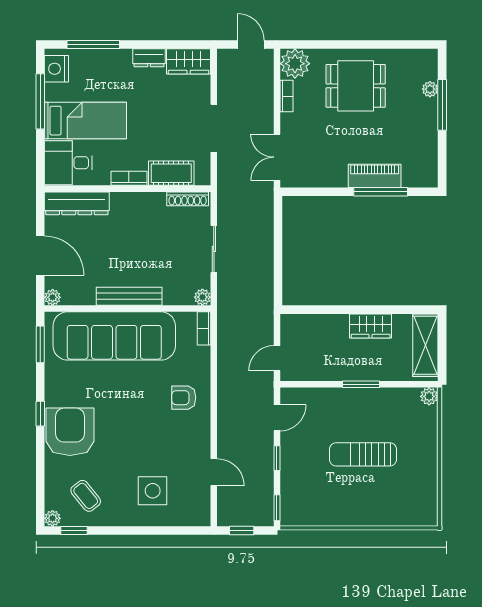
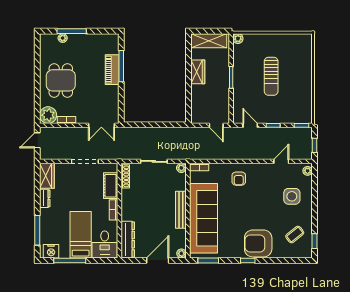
plant: (53, 518) -> (308, 171), moved

